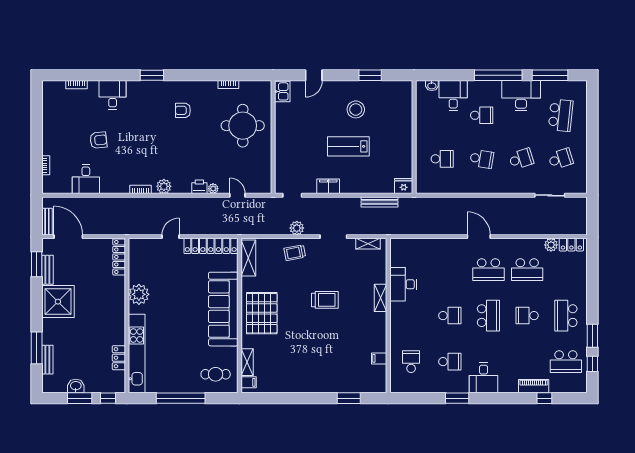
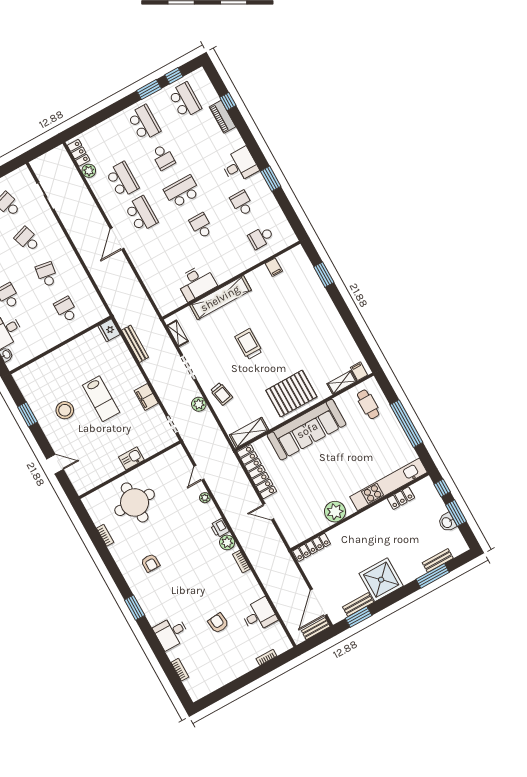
kitchen sink: (282, 91) -> (131, 458), moved
printer: (199, 187) -> (220, 528), moved
shelving: (380, 298) -> (220, 298), width x2.20, depth x1.33
school desk: (566, 316) -> (144, 123), turned -90

